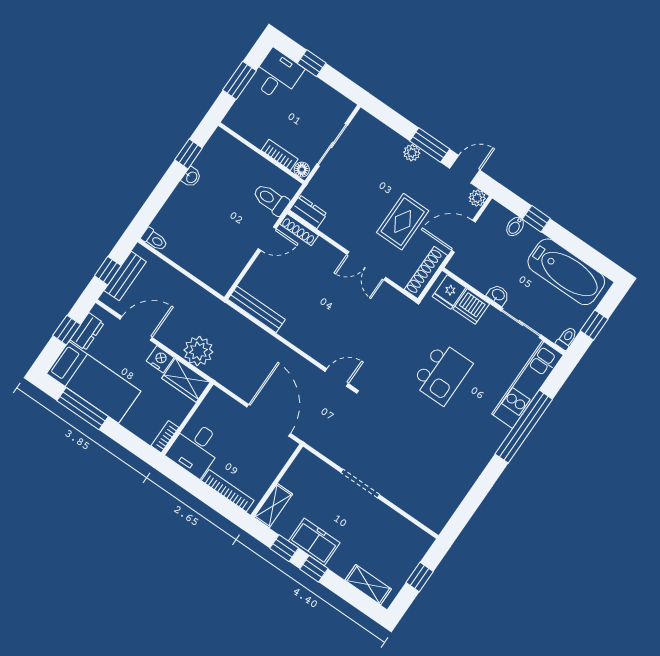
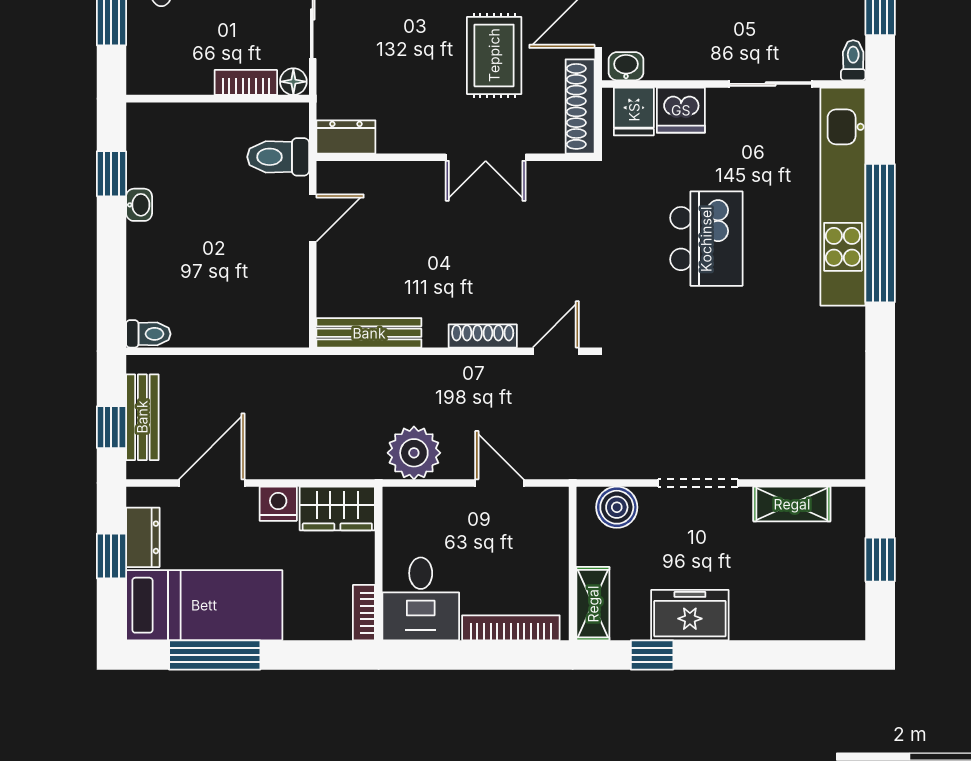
shoe rack: (299, 230) -> (483, 336), moved, turned 180
washbasin: (498, 295) -> (626, 66), moved
plant: (198, 351) -> (414, 453), moved
kitchen unit: (528, 385) -> (843, 197), width x1.36
door: (269, 420) -> (499, 483), width x0.53
boiler: (315, 469) -> (617, 507), added
window: (314, 569) -> (717, 655), removed
shelving: (368, 585) -> (792, 504), moved

